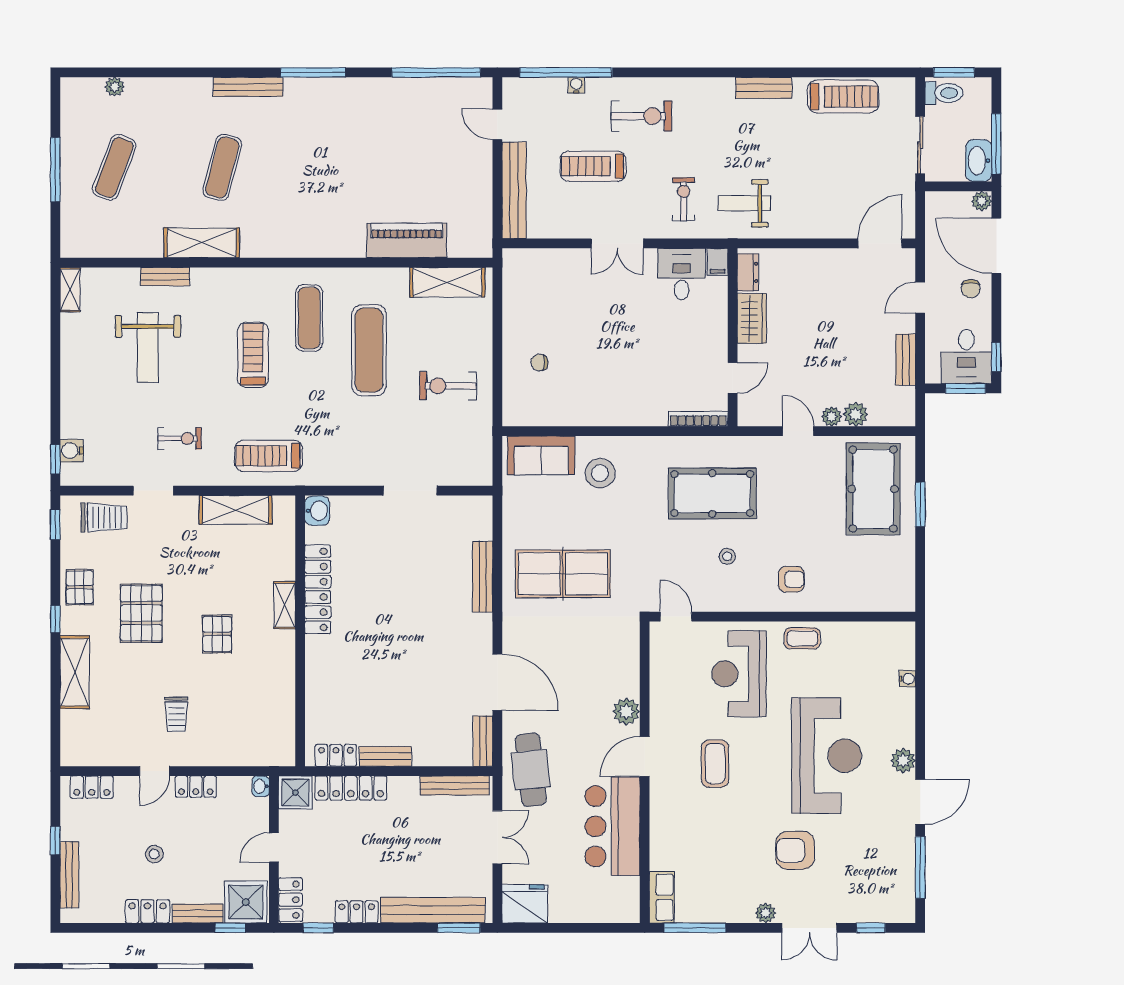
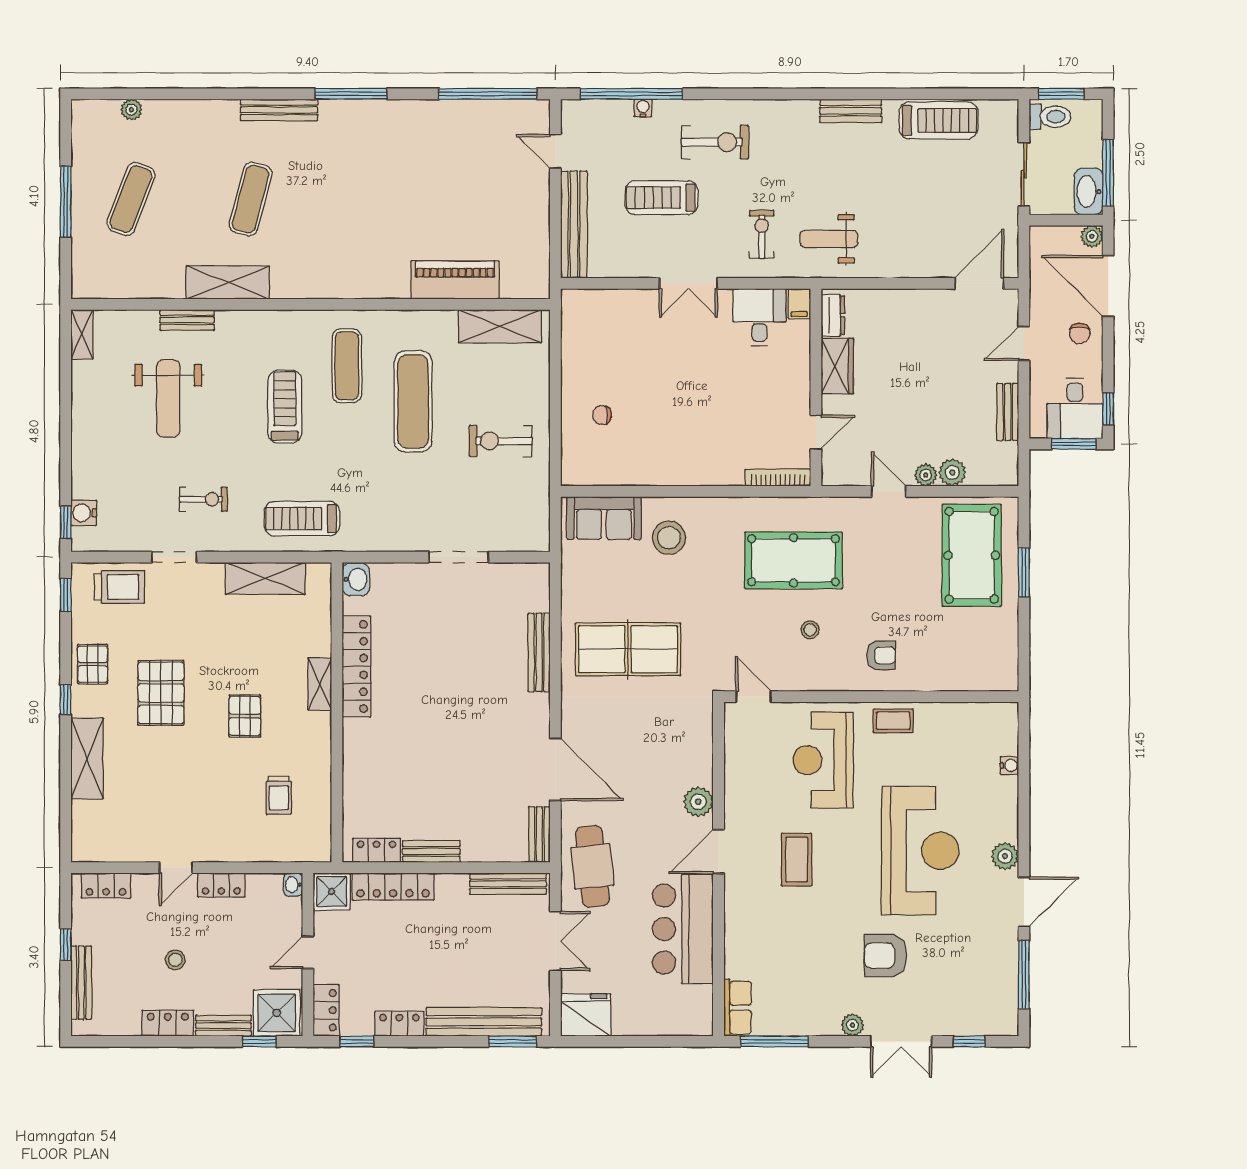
trolley: (176, 714) -> (279, 795), moved

